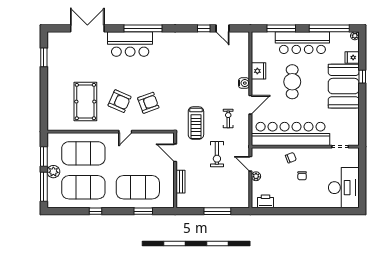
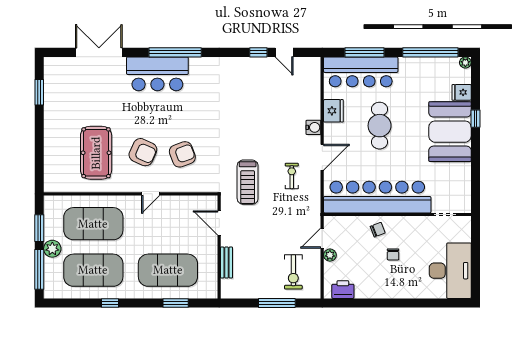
bar counter: (302, 43) -> (361, 72), moved
exercise bike: (217, 154) -> (293, 272), moved
door: (250, 164) -> (322, 238), hinge flipped

